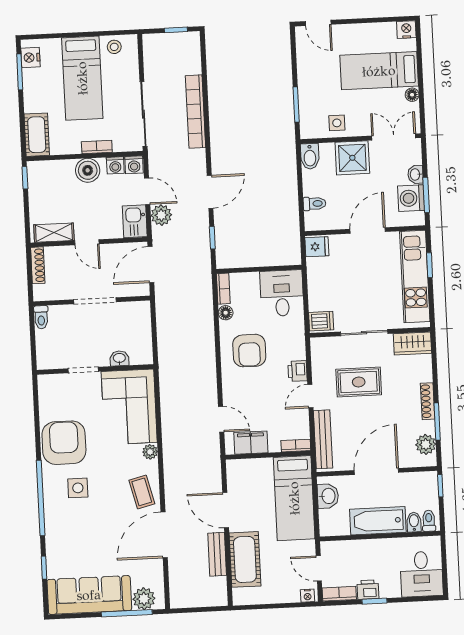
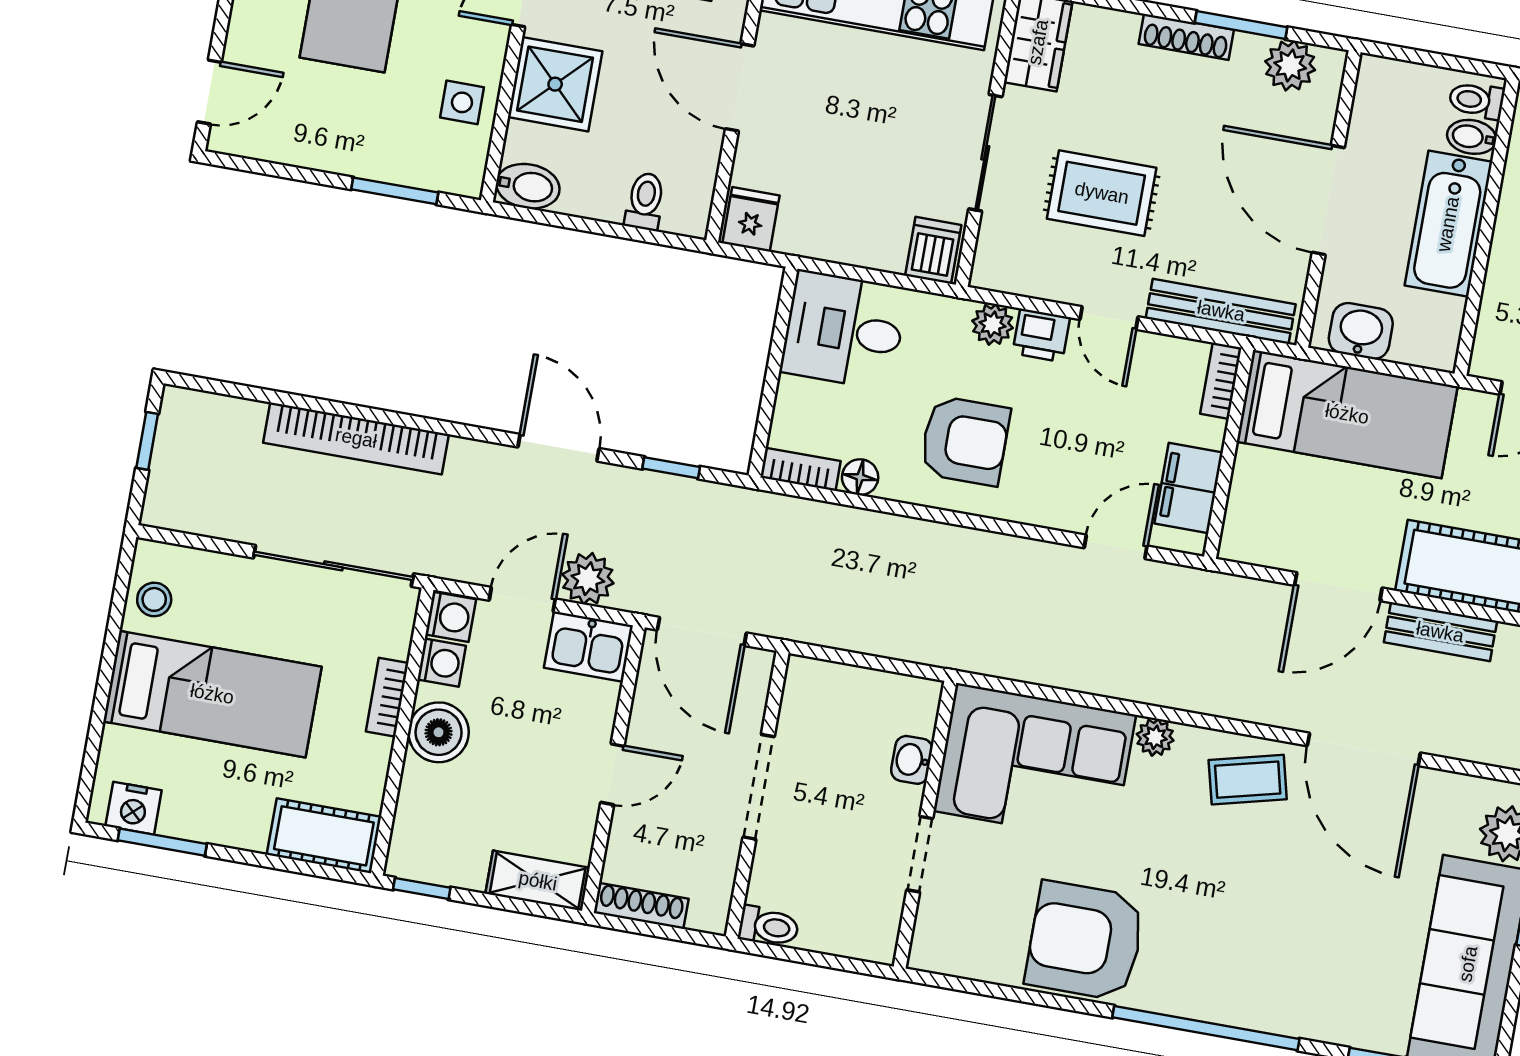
shelving: (54, 233) -> (538, 881), moved, turned 90
plant: (297, 351) -> (993, 324), added
rug: (359, 382) -> (1102, 193), turned 90
window: (440, 486) -> (1398, 53), removed
side table: (78, 488) -> (1202, 932), removed

